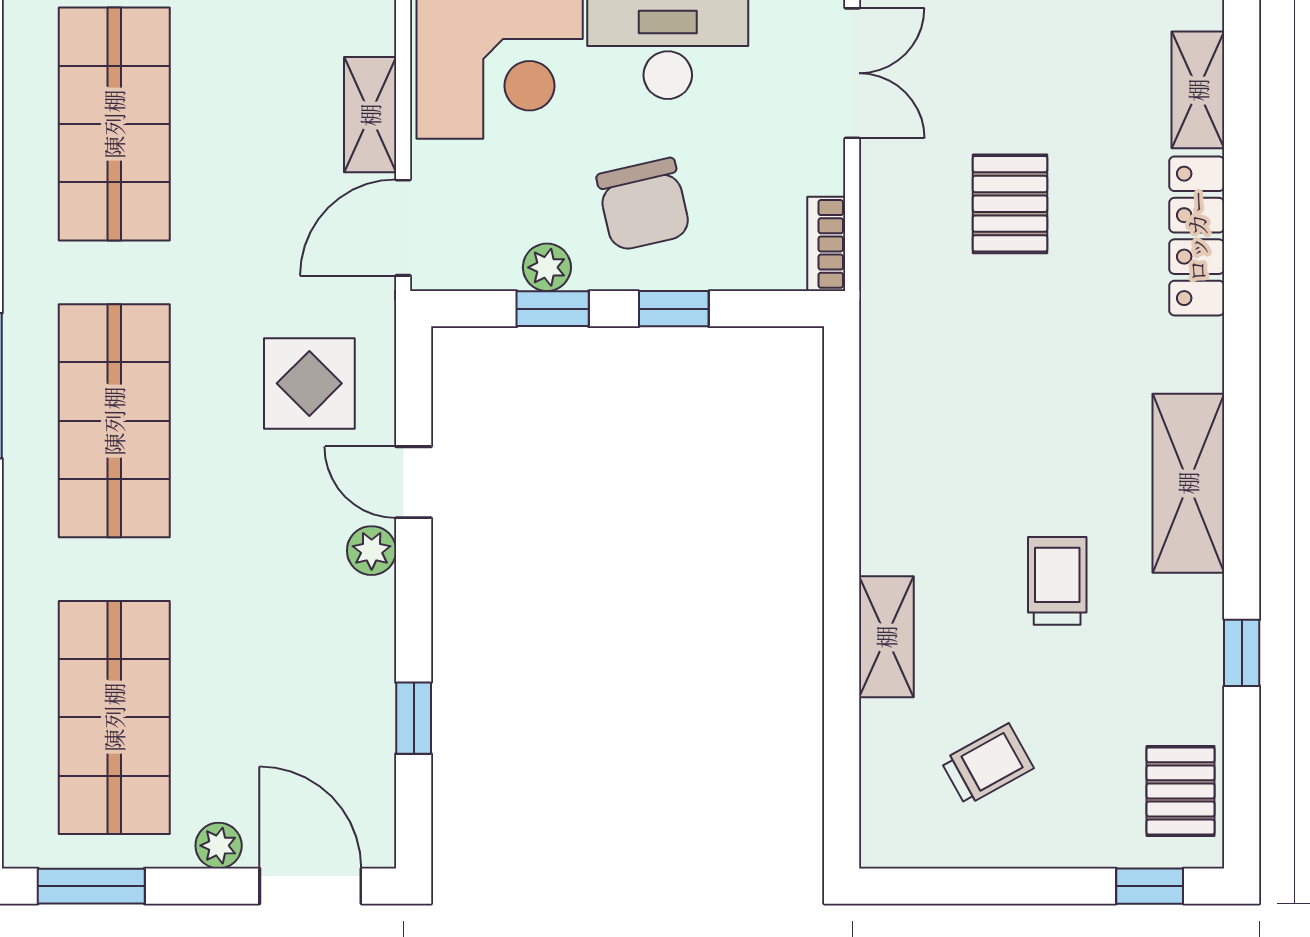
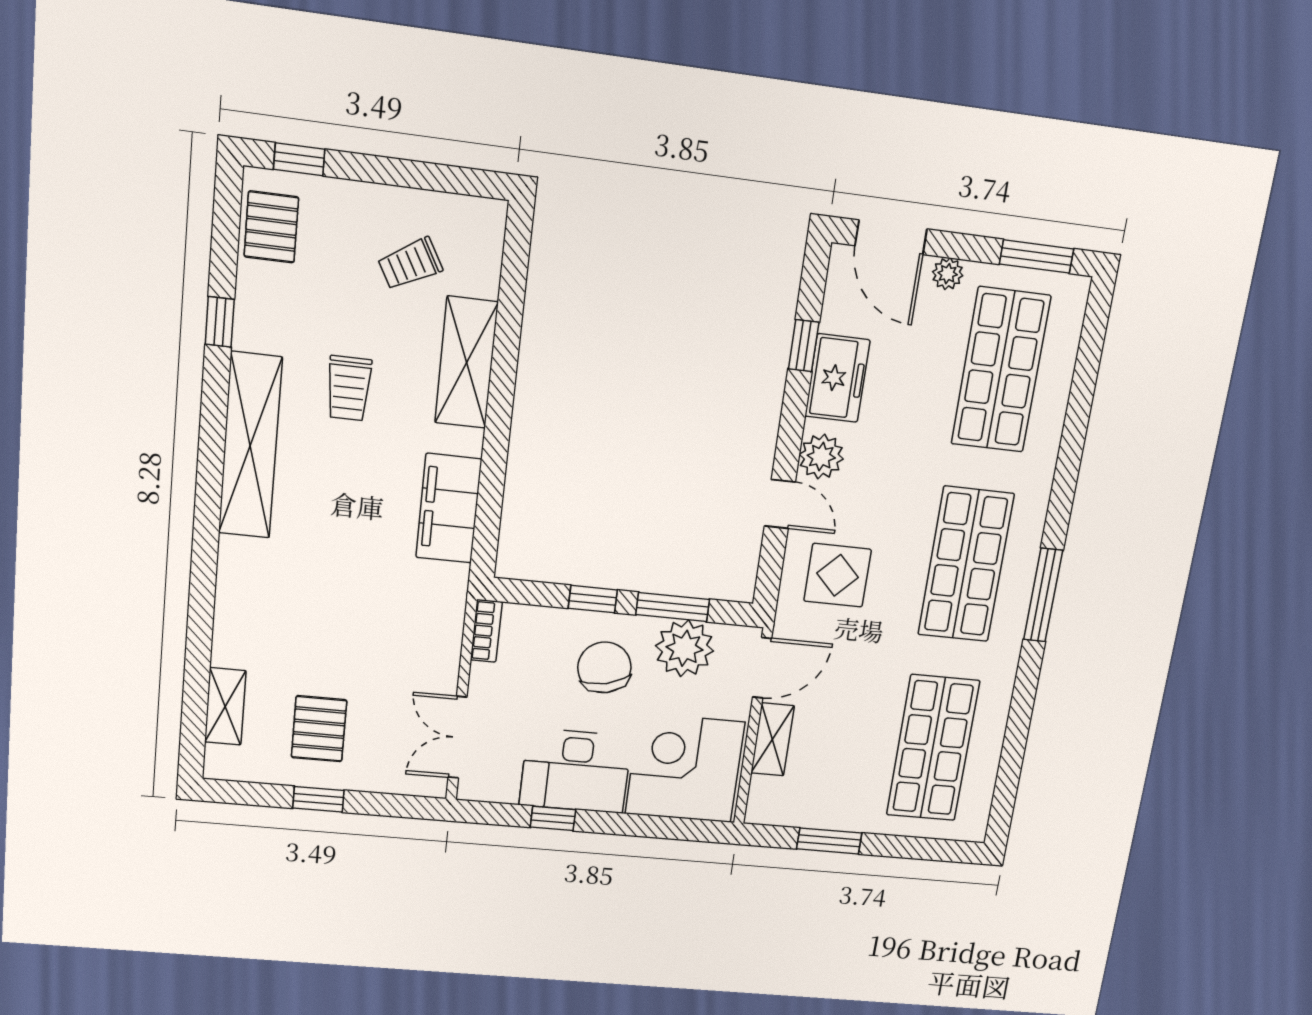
pallet: (1010, 204) -> (319, 729), moved
locker: (1197, 236) -> (233, 612), removed
plant: (547, 267) -> (685, 648), width x1.87, depth x1.87
window: (553, 309) -> (673, 607), width x1.50
filing cabinet: (900, 423) -> (449, 508), added
shelving: (1188, 483) -> (250, 446), width x1.47
plant: (372, 551) -> (821, 457), width x1.38, depth x1.38
shelving: (886, 637) -> (466, 362), width x1.50, depth x1.33
freezer: (356, 677) -> (837, 378), added

